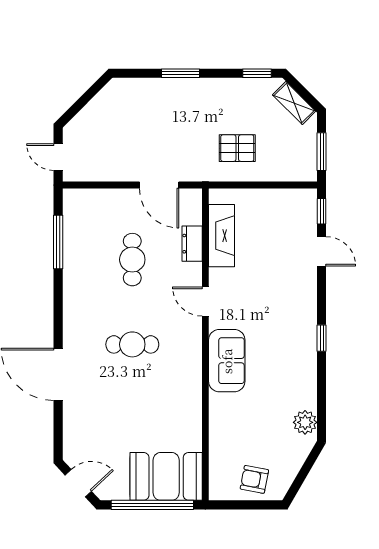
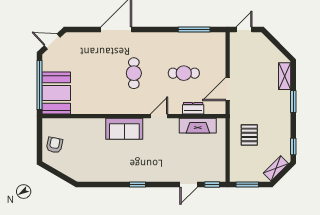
shelving: (137, 88) -> (285, 76), added
plant: (305, 422) -> (88, 175), removed
door: (78, 483) -> (52, 41), swing flipped

